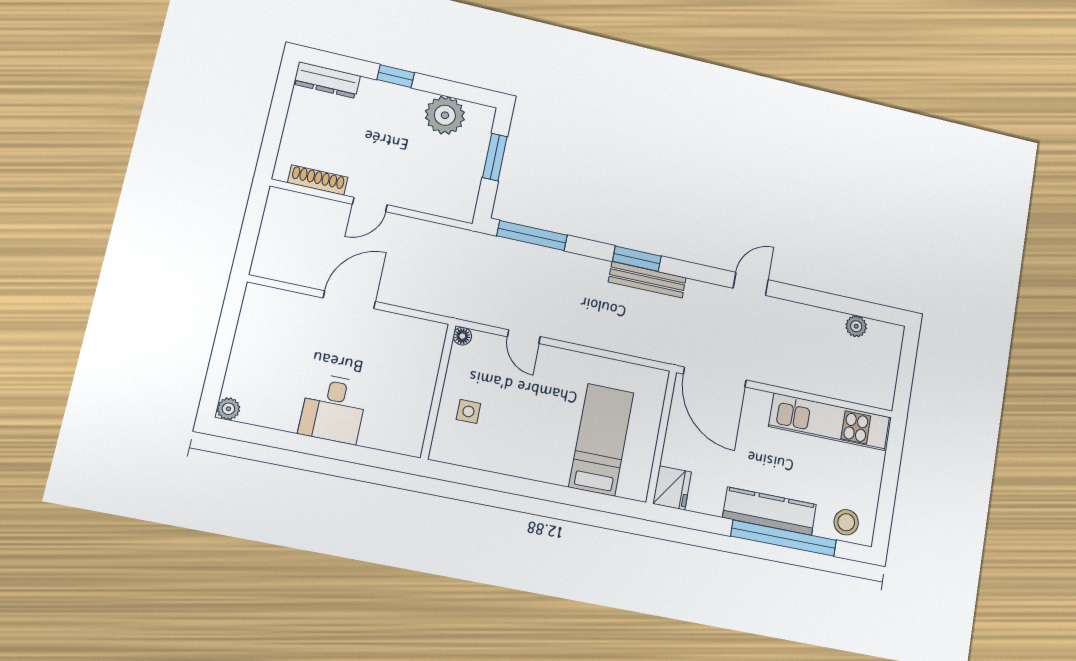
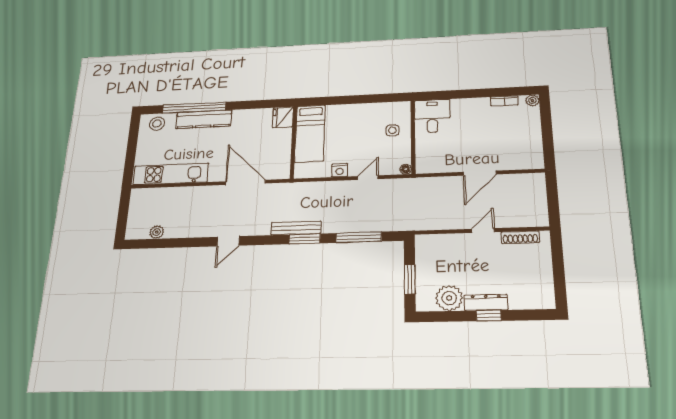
dresser: (327, 80) -> (486, 302), moved
window: (532, 235) -> (359, 237), moved
door: (524, 337) -> (368, 178), hinge flipped
nightstand: (565, 361) -> (340, 170), added
desk: (333, 409) -> (432, 116), moved
bookcase: (275, 420) -> (504, 101), added
wall: (661, 437) -> (293, 142), moved
fridge: (672, 488) -> (283, 117), moved

